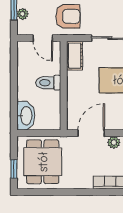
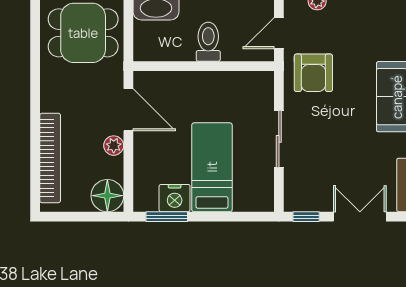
cot: (75, 56) -> (251, 83), removed

